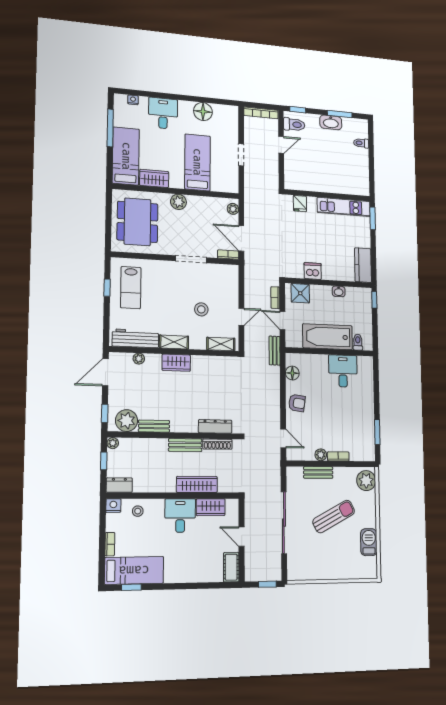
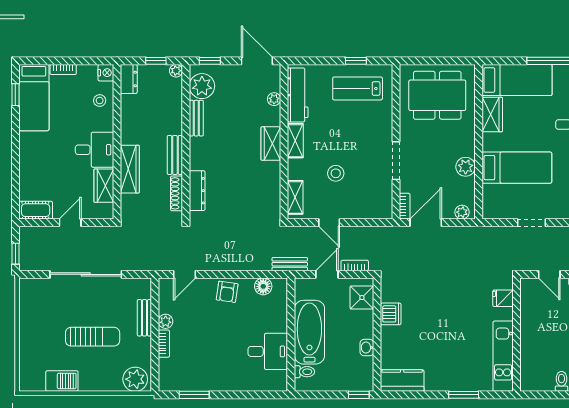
wall: (327, 195) -> (516, 335), moved
plant: (178, 202) -> (466, 167), moved
fridge: (300, 204) -> (503, 298), moved
kitchen unit: (344, 207) -> (503, 356), moved
sun lounger: (334, 516) -> (93, 337), turned -62

